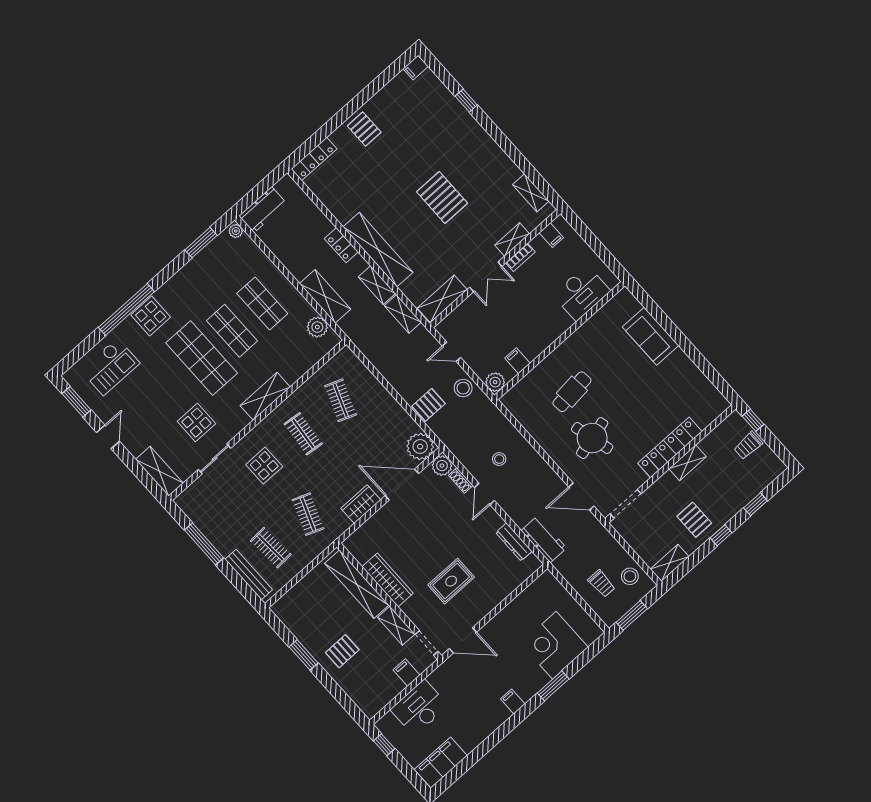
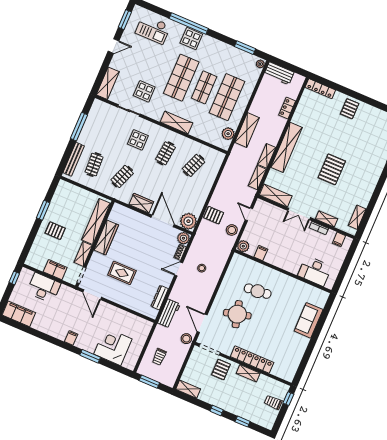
locker: (341, 245) -> (287, 108), moved
shop shelf: (262, 303) -> (227, 97), width x1.43, depth x1.36
pallet: (694, 520) -> (221, 369), moved
stool: (630, 576) -> (186, 339), moved
filing cabinet: (407, 672) -> (55, 270), width x2.00

